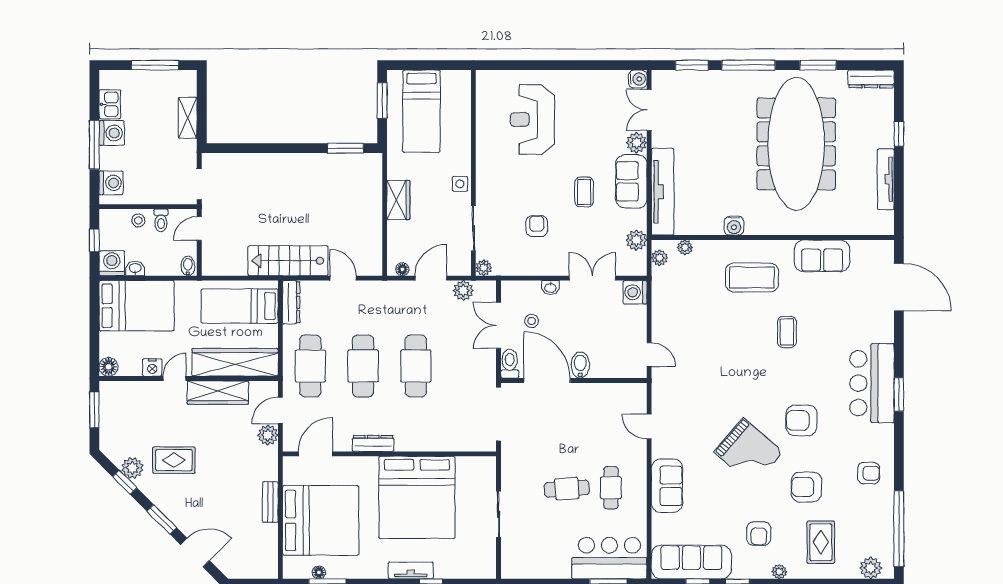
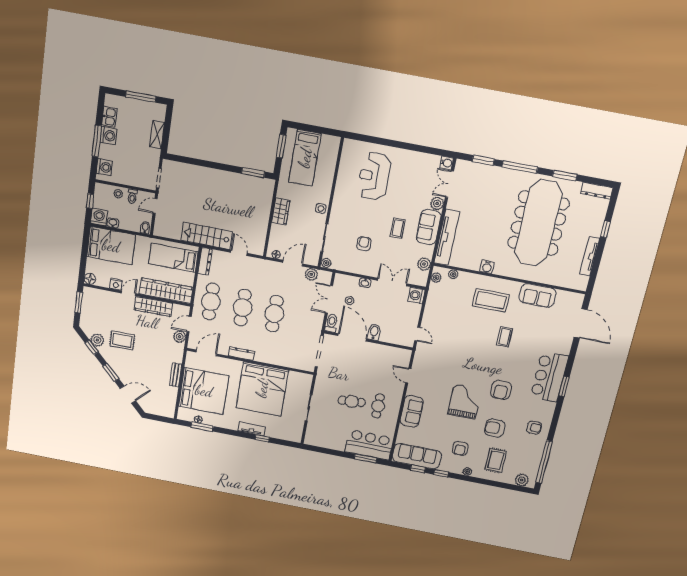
armchair: (801, 420) -> (501, 390), turned -90
grand piano: (748, 452) -> (465, 402), turned -131

